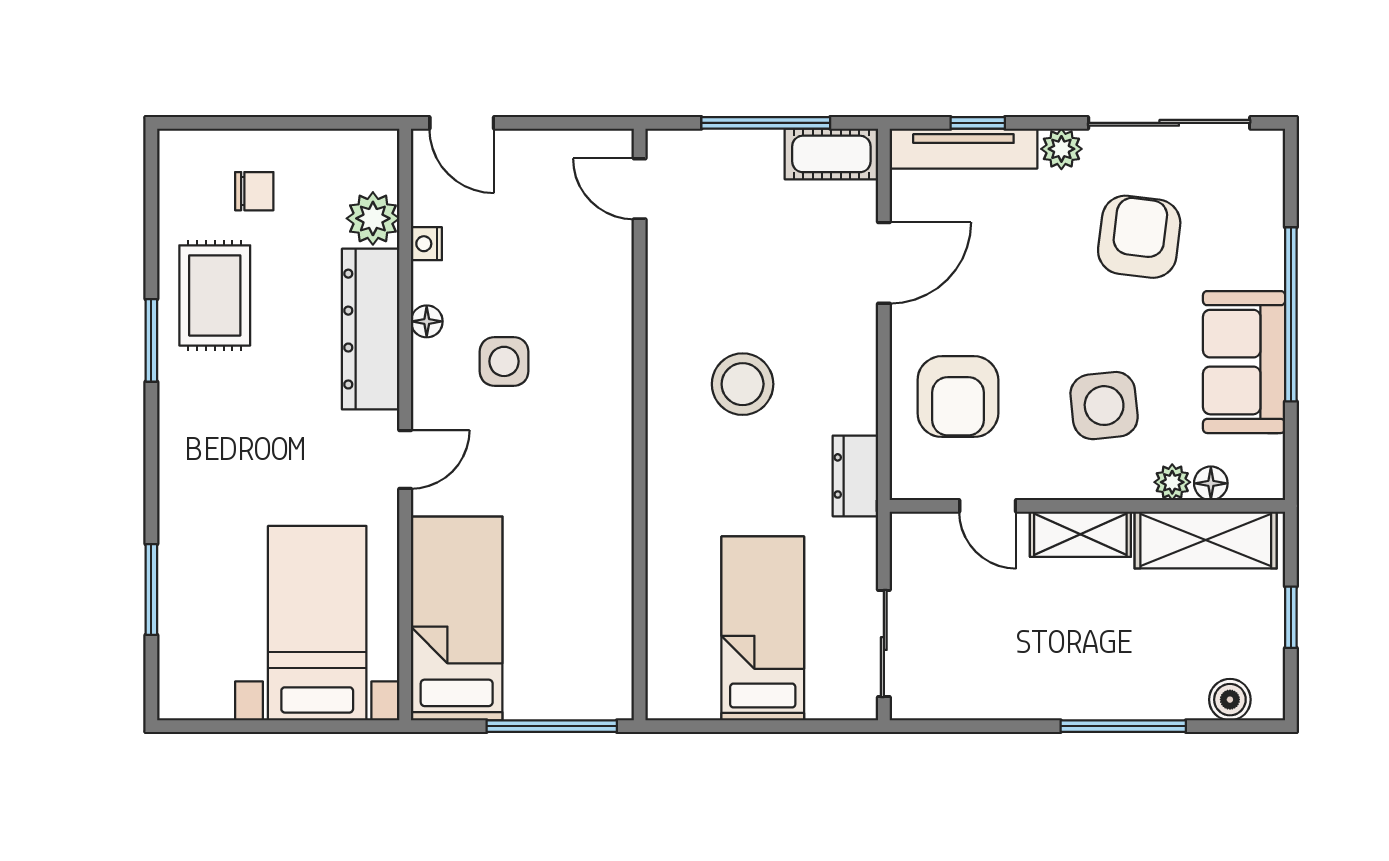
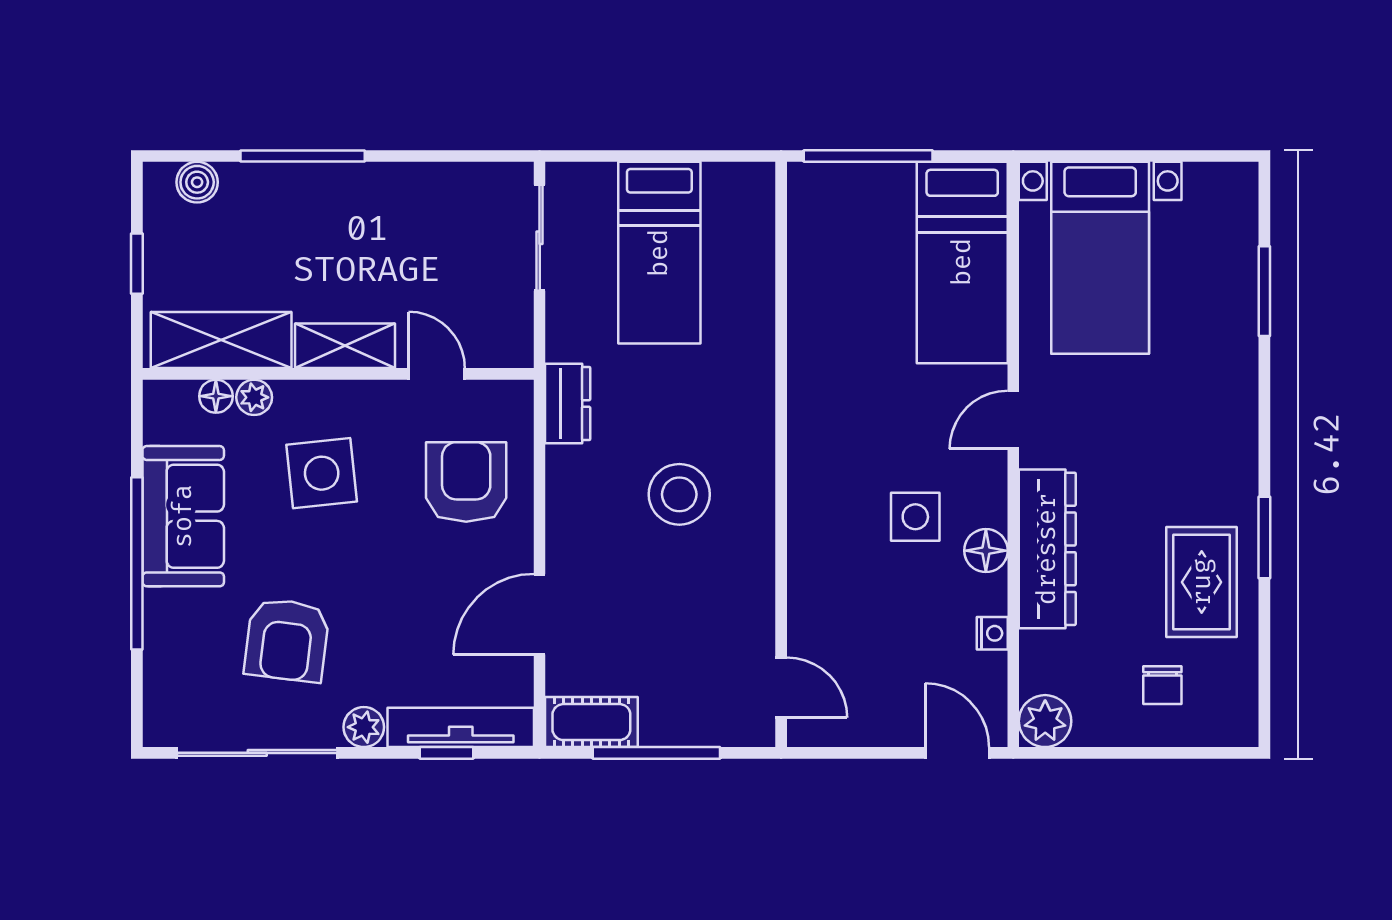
chair: (254, 191) -> (1162, 685), turned -90
plant: (373, 218) -> (1045, 721), moved
floor lamp: (427, 321) -> (986, 551), width x1.37, depth x1.37

